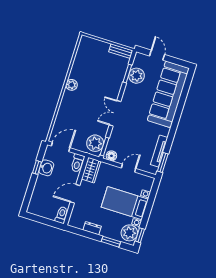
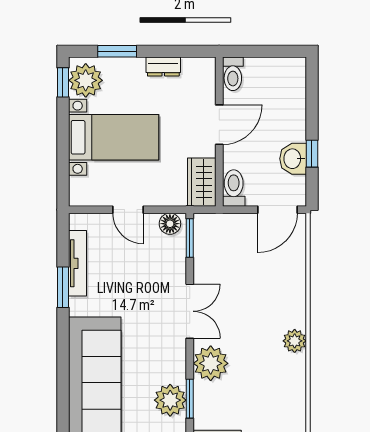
plant: (95, 143) -> (211, 363), moved
window: (163, 162) -> (63, 287), moved
door: (129, 168) -> (128, 210), hinge flipped

